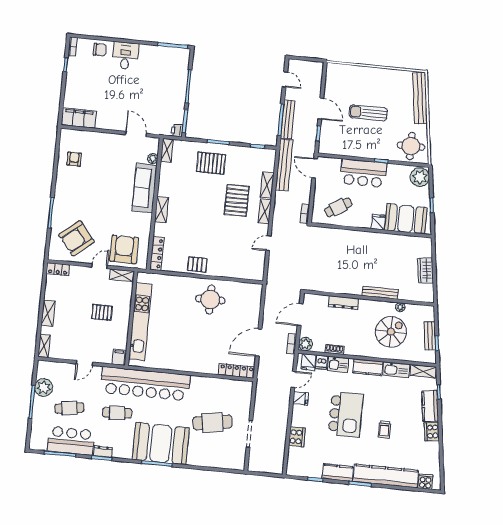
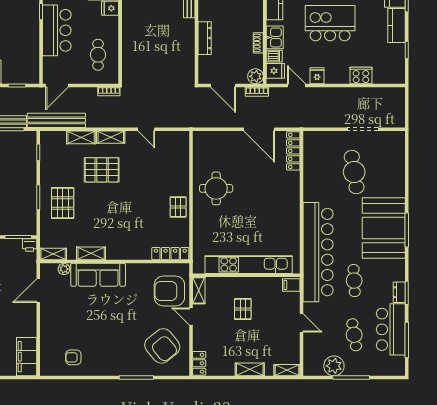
cafe table: (338, 207) -> (98, 55), turned 32
shelving: (161, 210) -> (91, 253), moved

